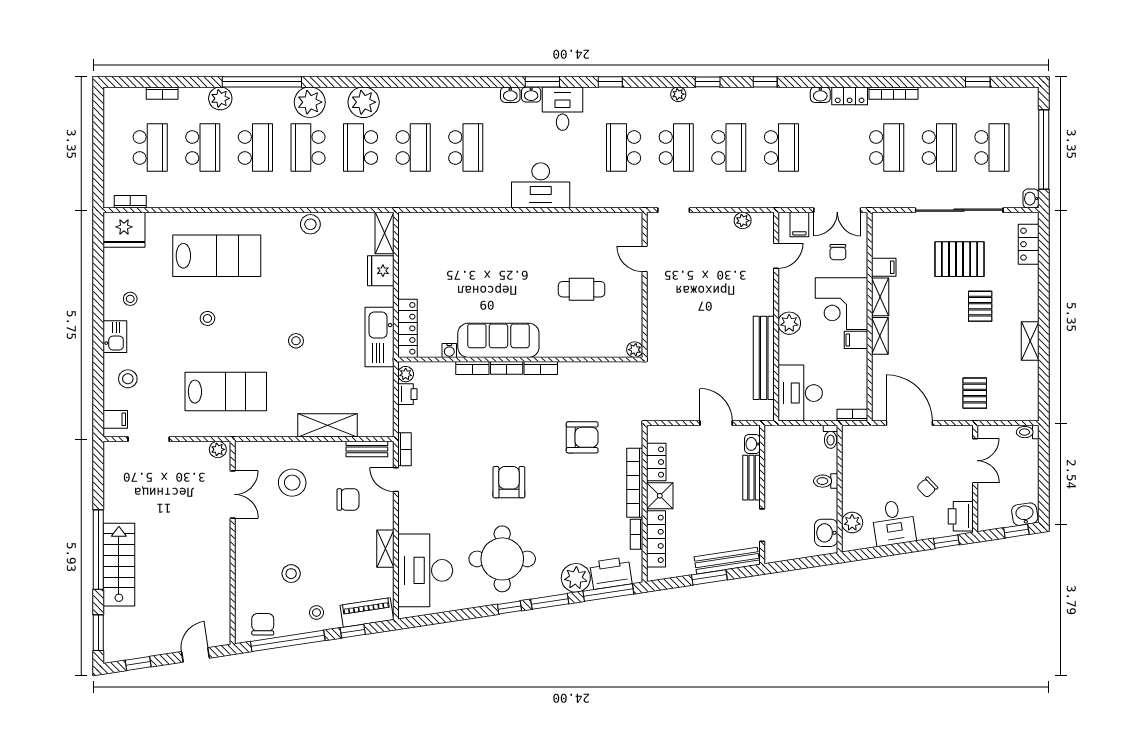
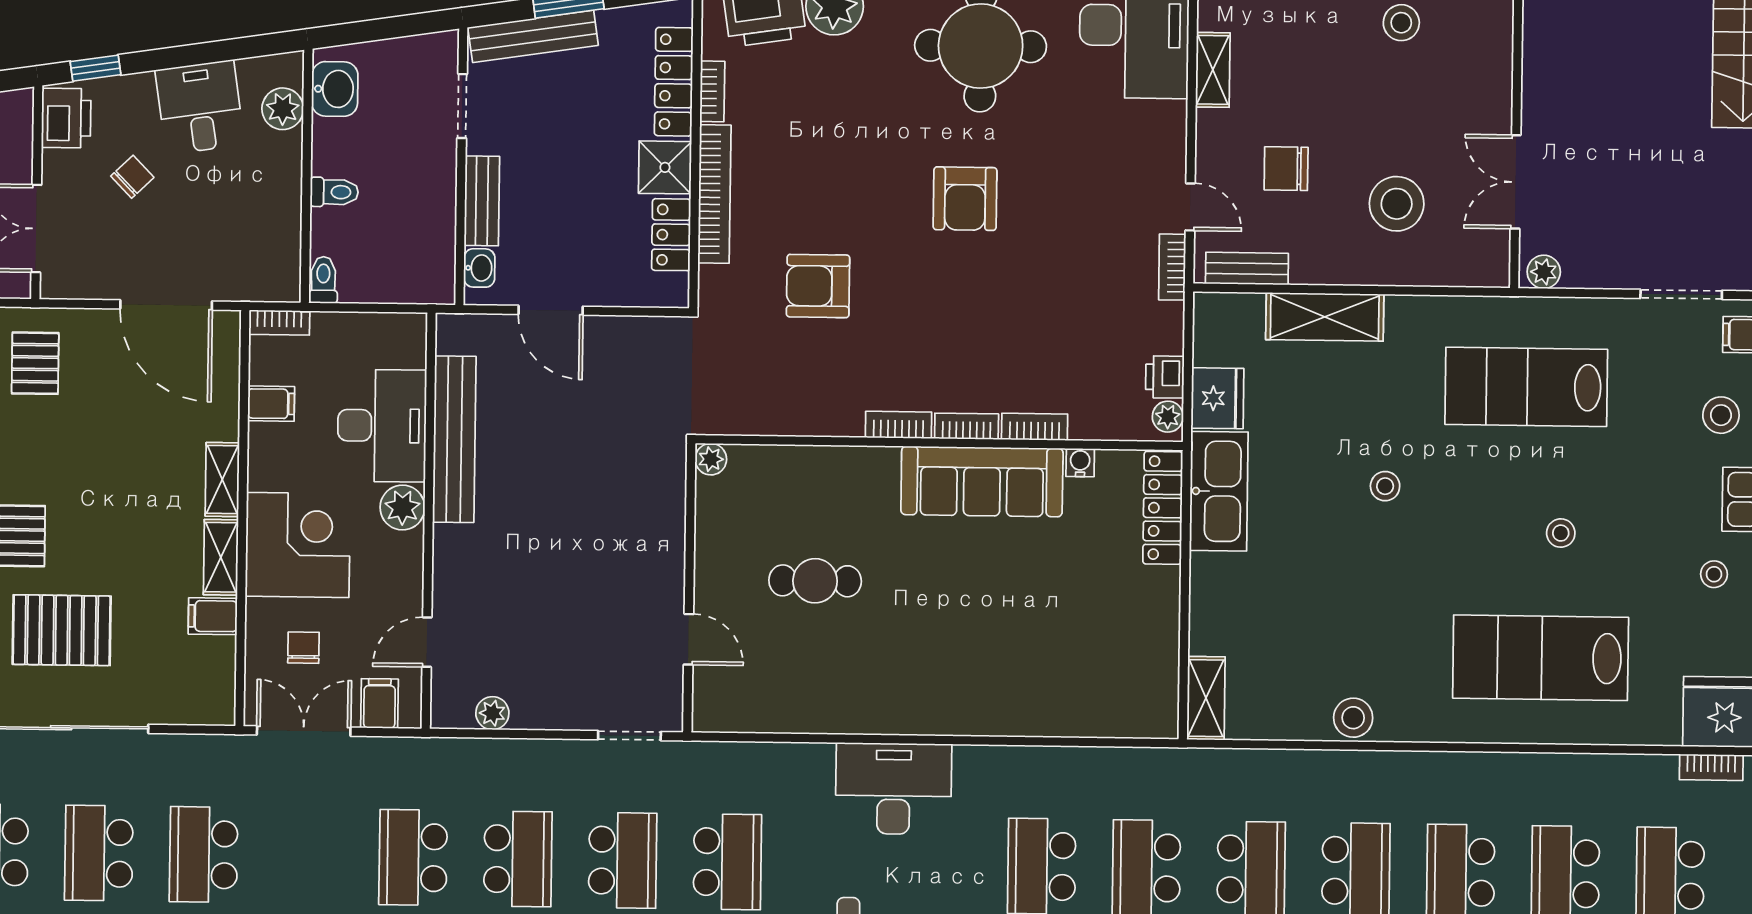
school desk: (676, 148) -> (623, 860), turned 180
school desk: (729, 148) -> (518, 859), turned 180
fridge: (381, 271) -> (1217, 398), moved
filing cabinet: (856, 340) -> (271, 404), moved
desk: (800, 393) -> (382, 426), moved

